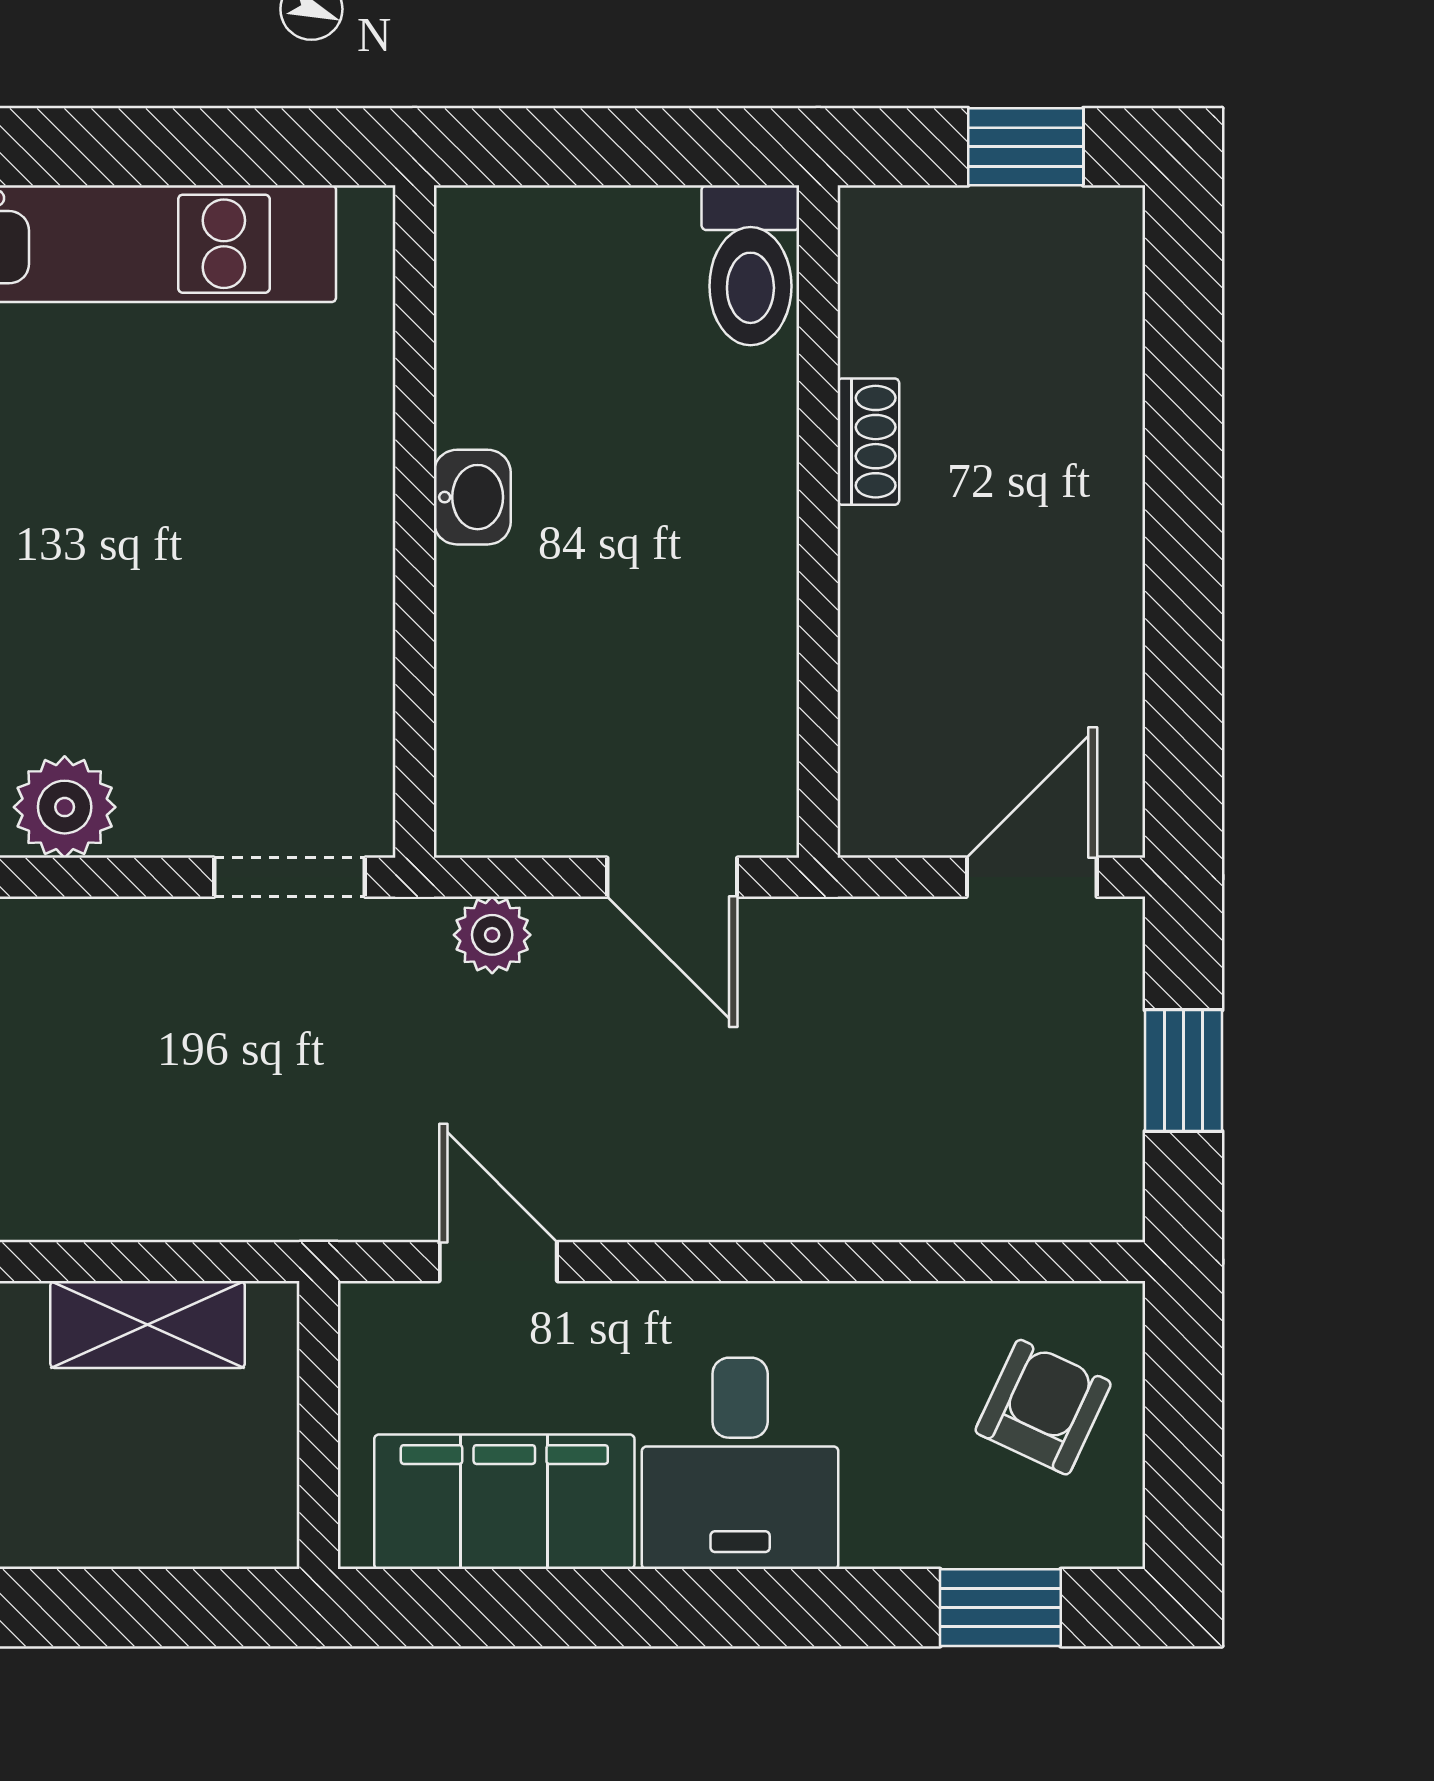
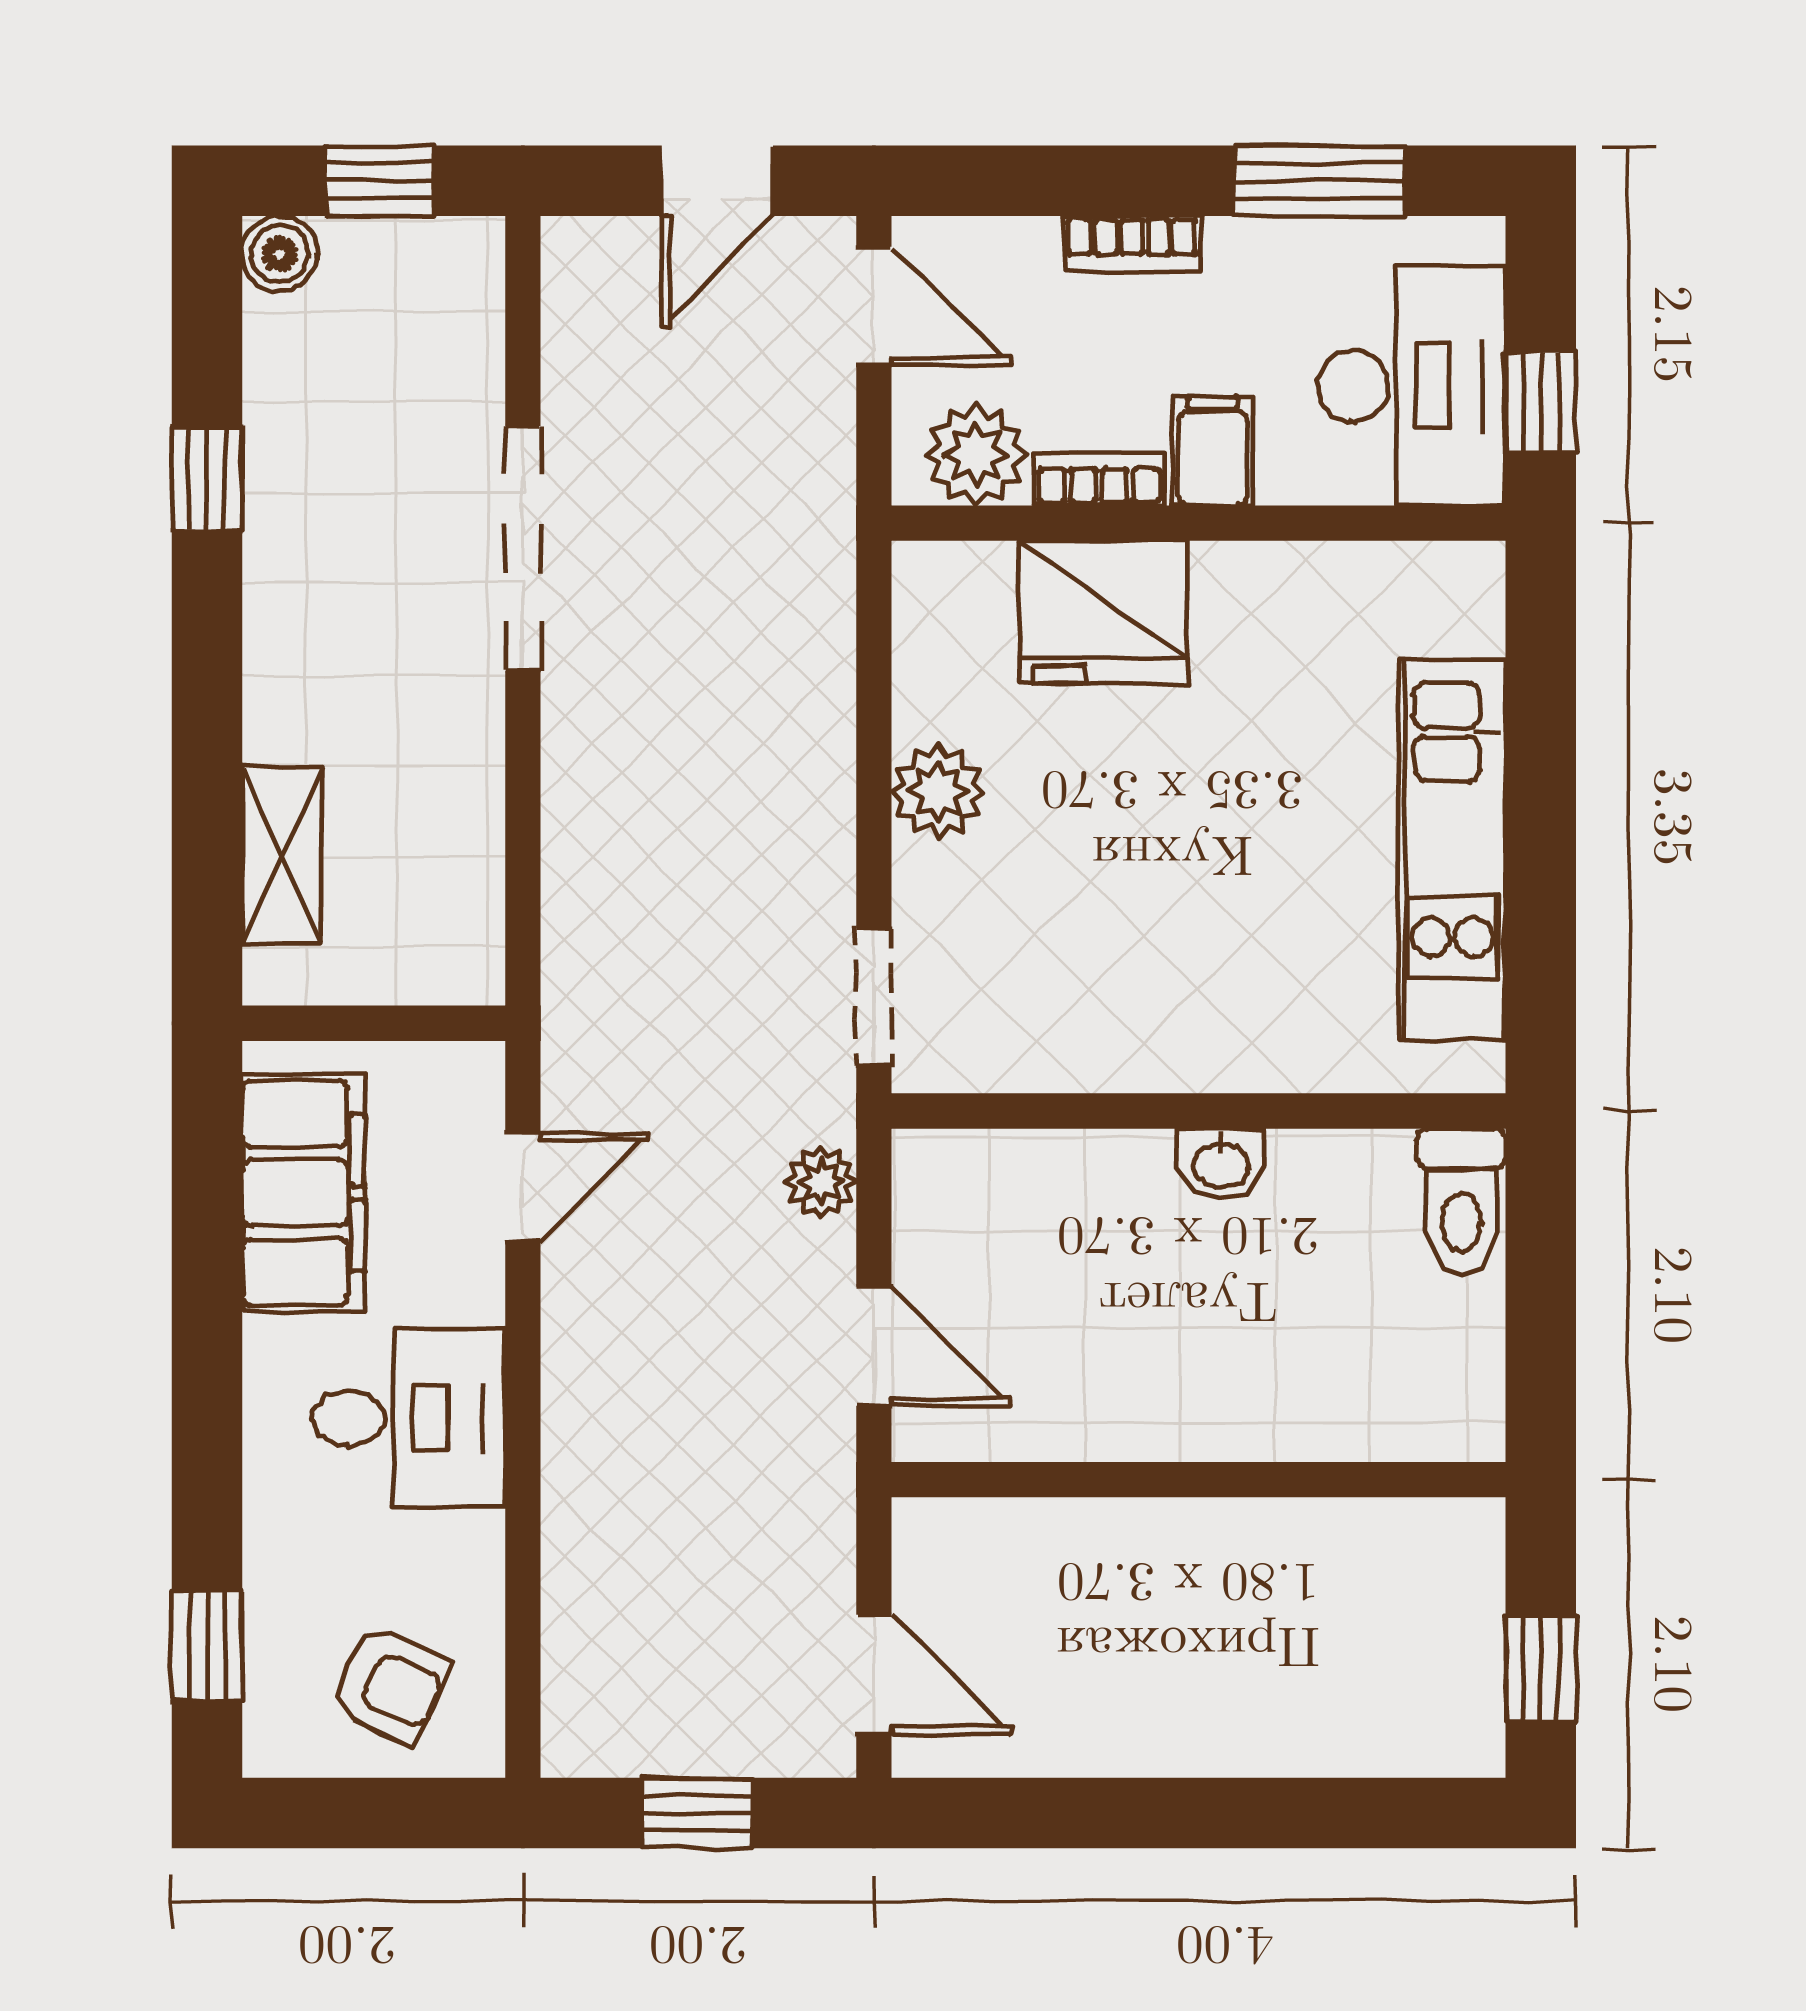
toilet: (750, 265) -> (1461, 1202), moved, turned -90
shoe rack: (868, 442) -> (1272, 1525), removed
door: (672, 877) -> (874, 1346), swing flipped
shelving: (148, 1325) -> (282, 855), moved
desk: (740, 1463) -> (409, 1418), moved, turned 180

